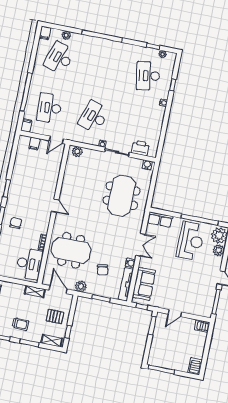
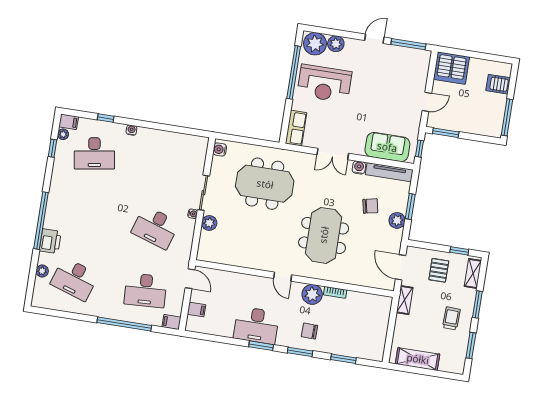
filing cabinet: (45, 33) -> (69, 122), moved
printer: (140, 148) -> (50, 241), moved, turned 180
plant: (77, 152) -> (209, 223), moved
door: (55, 206) -> (283, 277), swing flipped
plant: (42, 226) -> (312, 294), added
reception desk: (191, 241) -> (324, 84), turned 180
double door: (141, 245) -> (333, 154), swing flipped
meeting table: (71, 250) -> (324, 235), moved
desk: (29, 264) -> (256, 325), moved, turned 180
plant: (81, 286) -> (397, 220), moved
door: (58, 290) -> (401, 267), hinge flipped
door: (175, 313) -> (427, 102), hinge flipped
server rack: (202, 326) -> (451, 68), width x2.18, depth x1.44
server rack: (195, 366) -> (498, 84), moved

